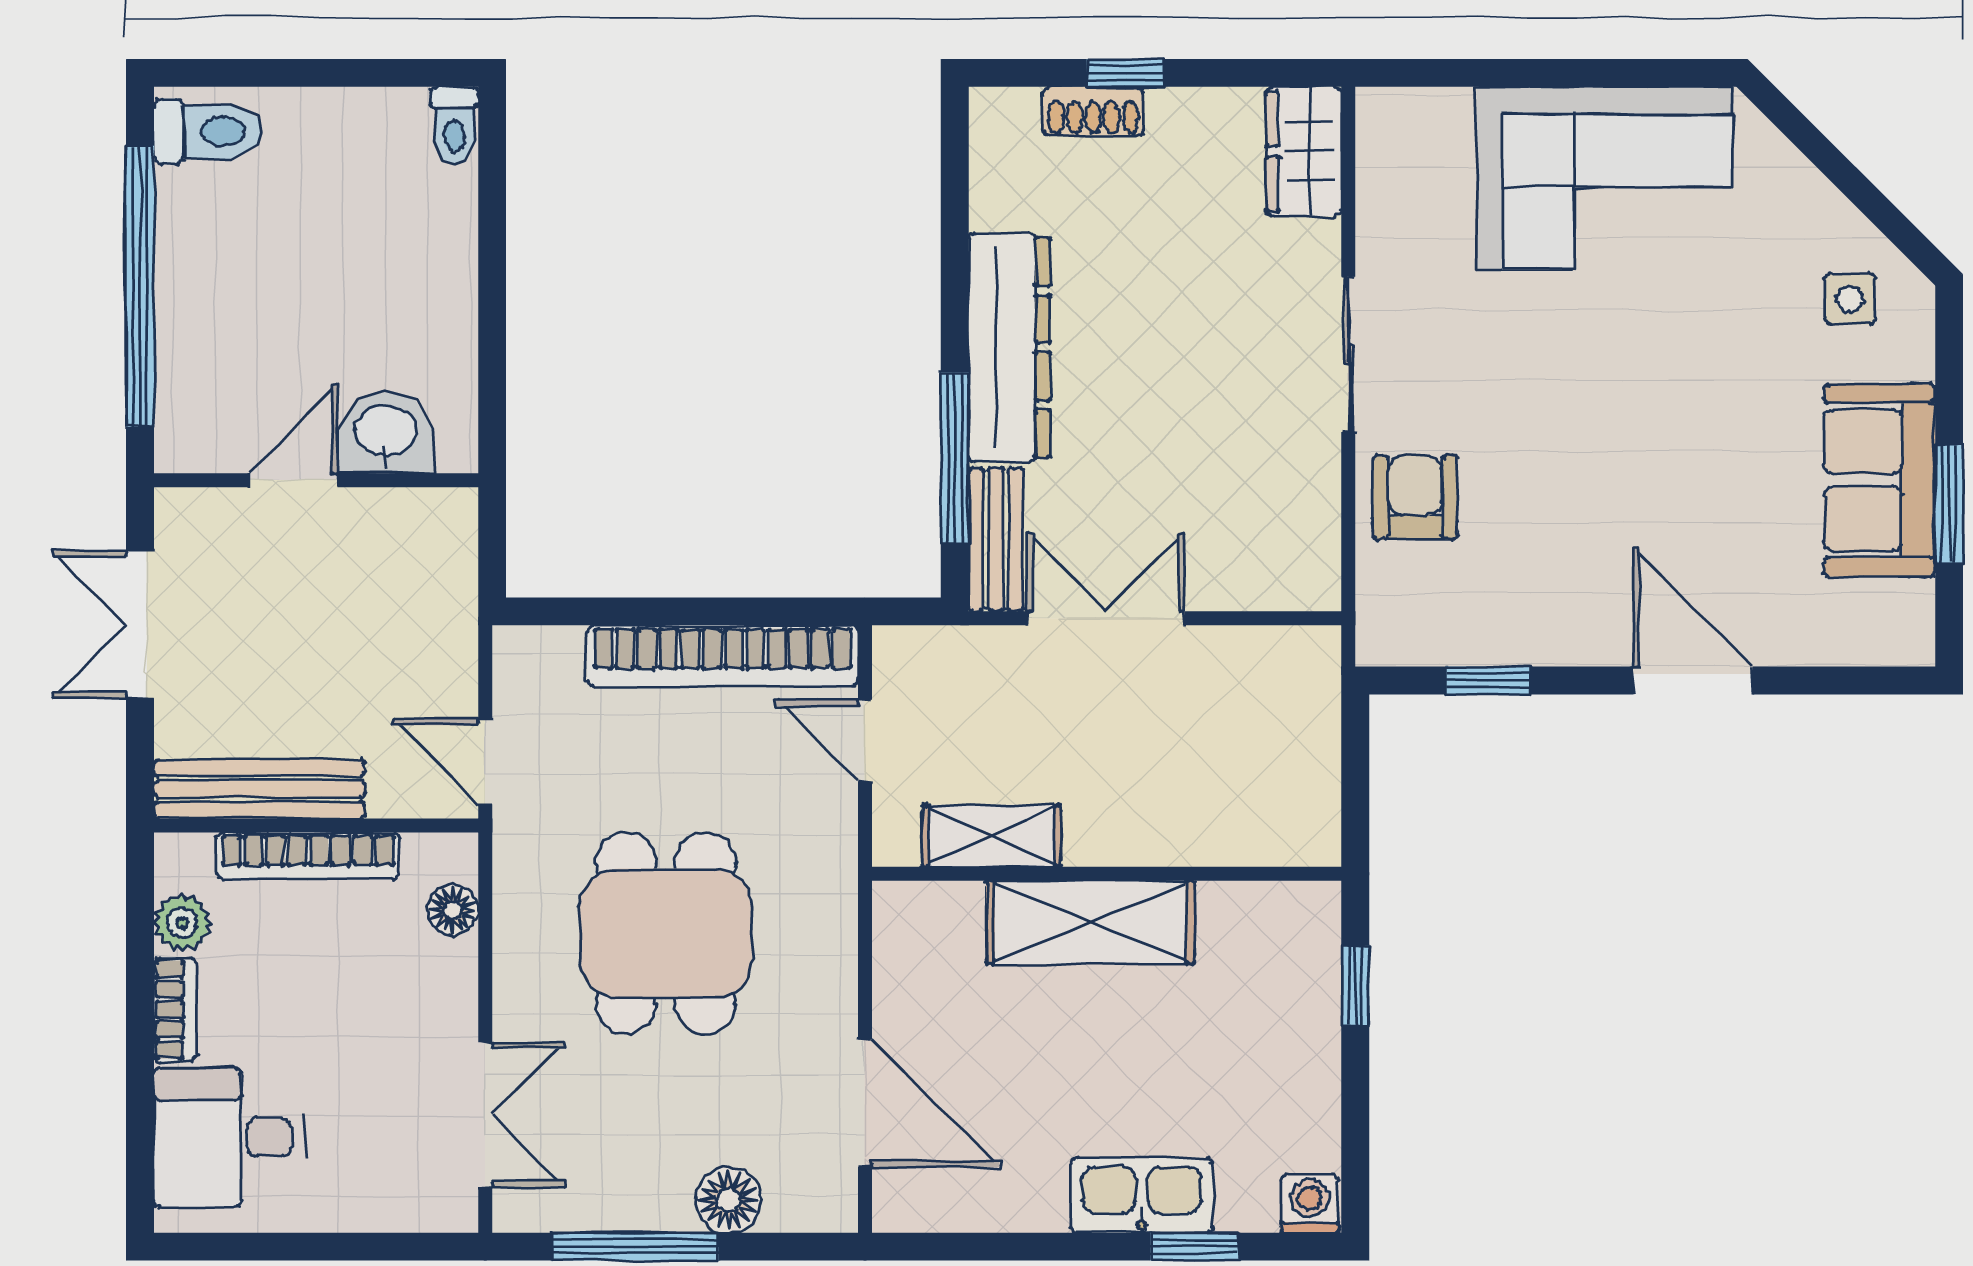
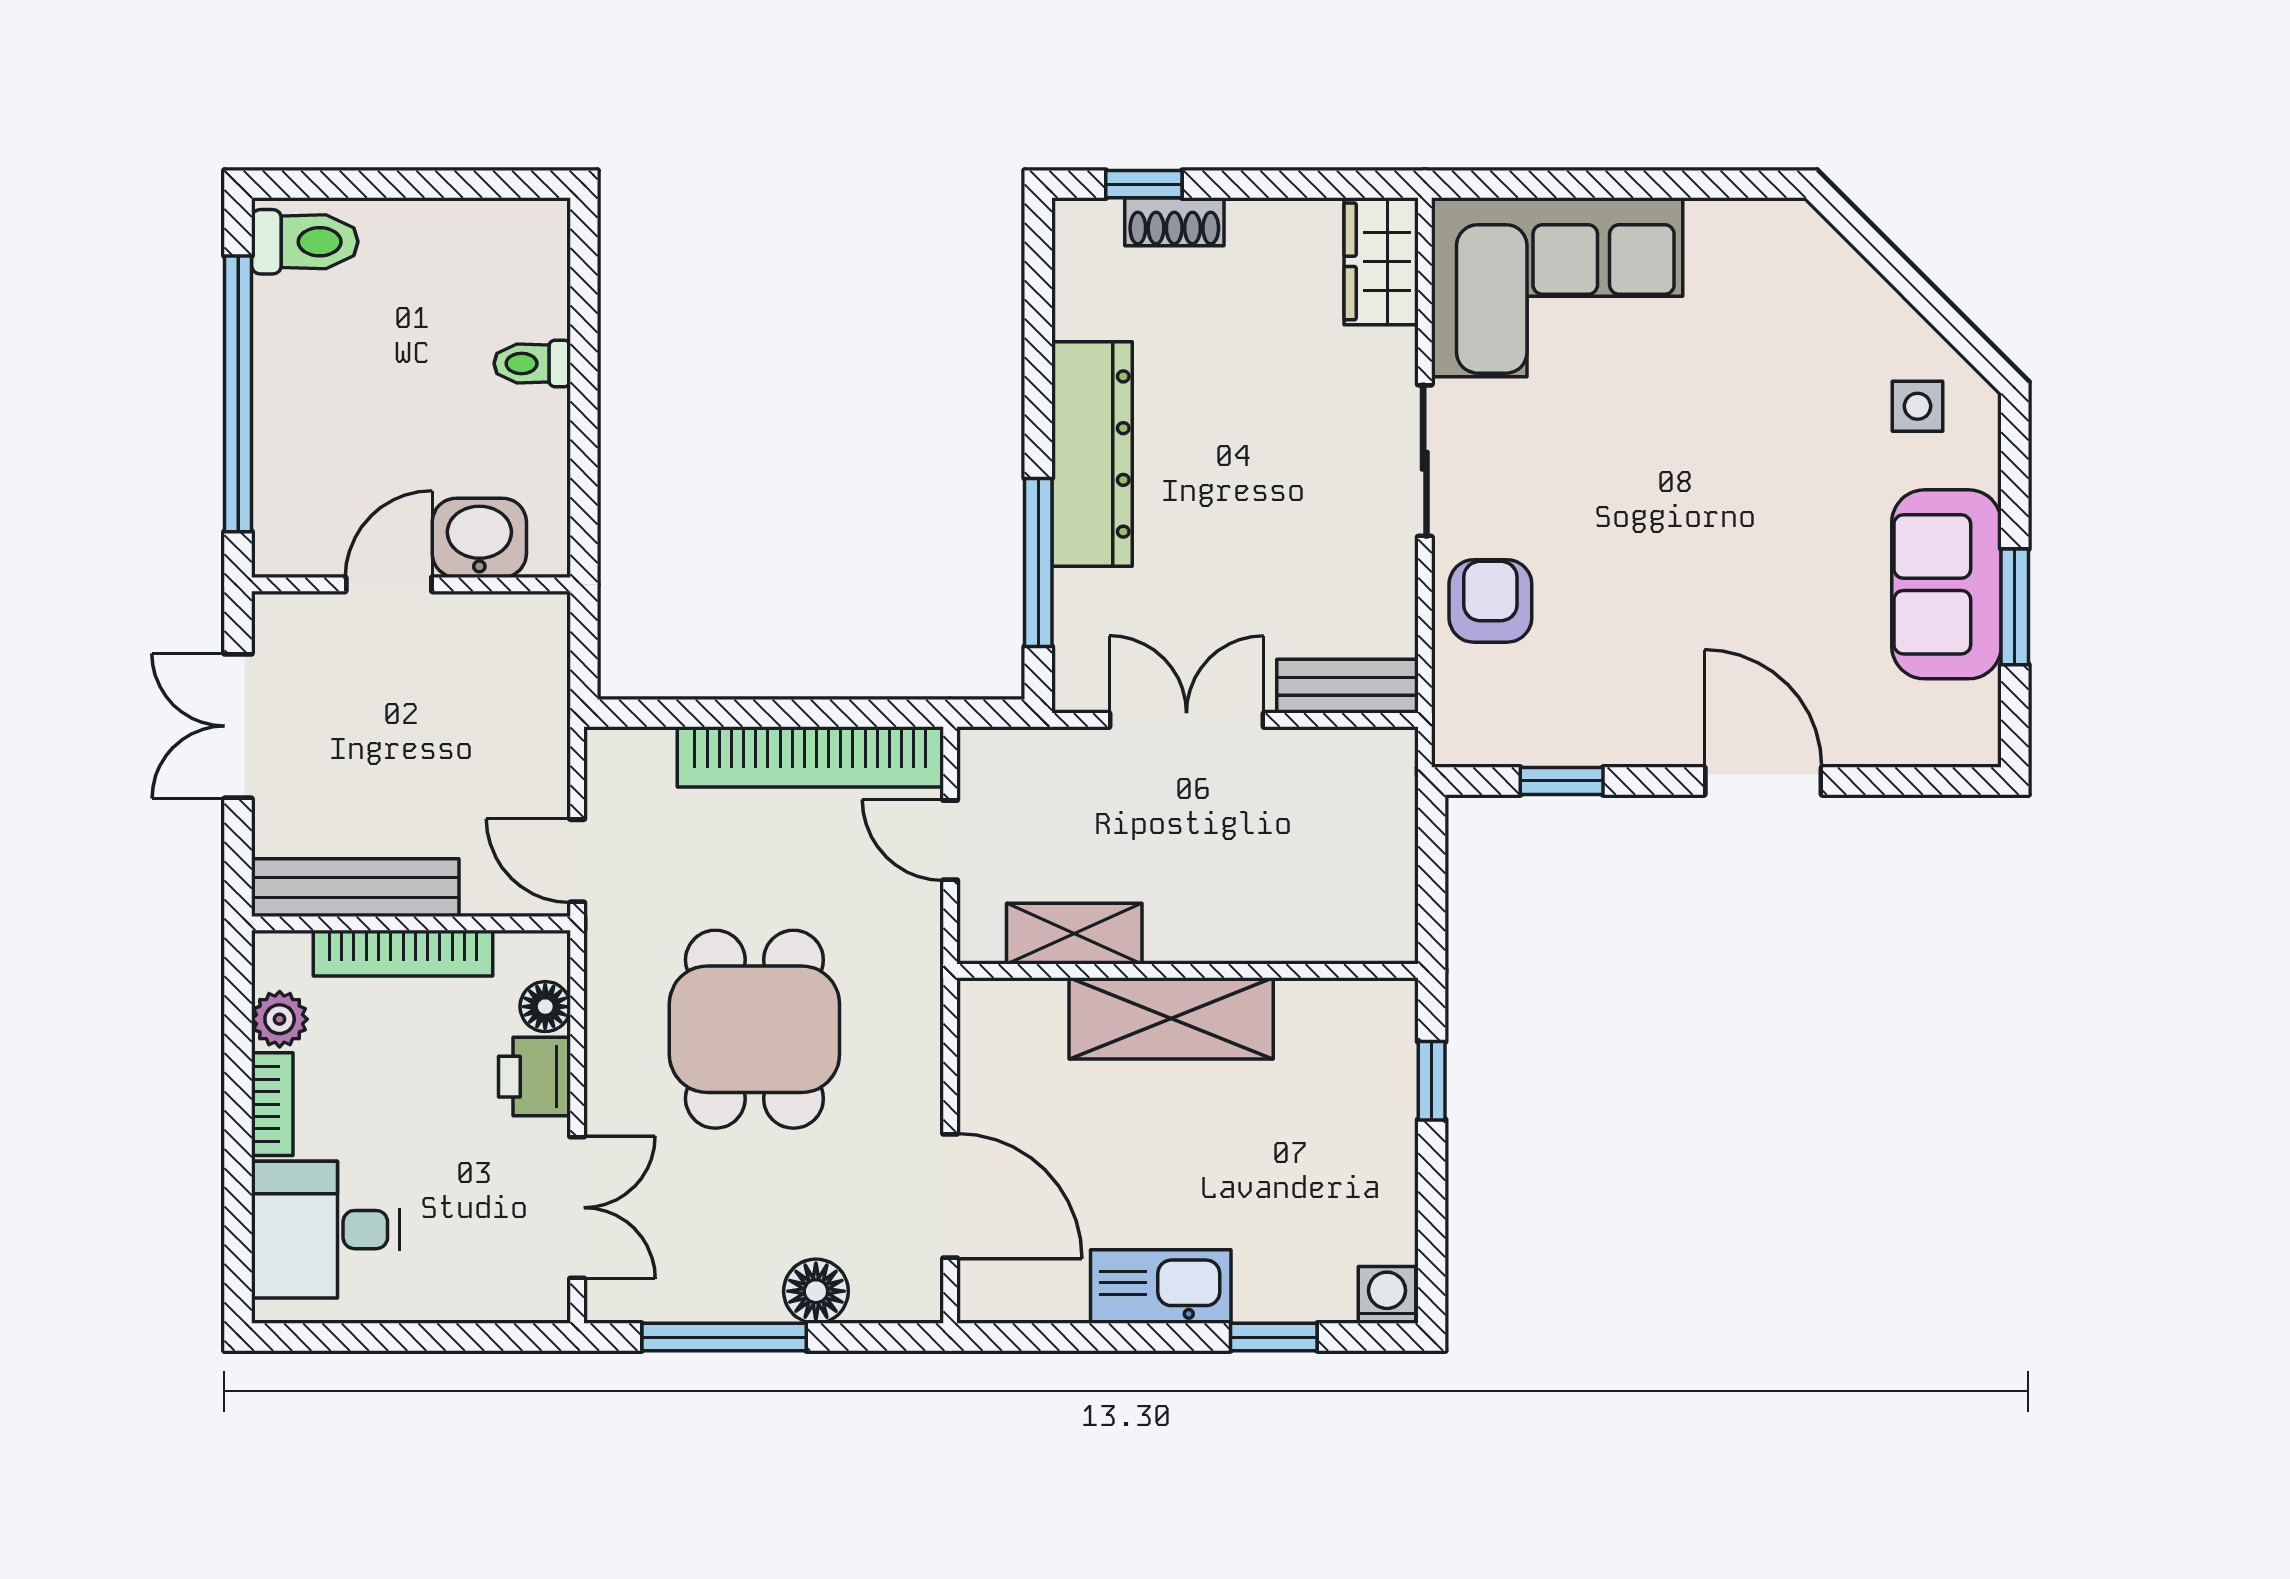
window: (1126, 73) -> (1144, 184), moved
toilet: (454, 125) -> (532, 363), moved, turned 90
corner sofa: (1604, 178) -> (1557, 287), moved
bench: (996, 540) -> (1347, 686), moved, turned 90
printer: (442, 981) -> (535, 1077), added
kitchen sink: (1142, 1195) -> (1161, 1287), moved

